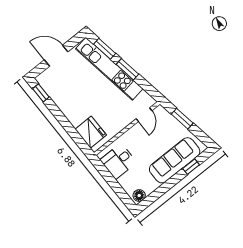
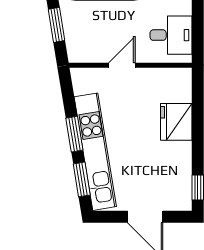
door: (144, 115) -> (122, 65), moved
fridge: (91, 132) -> (176, 122), moved

